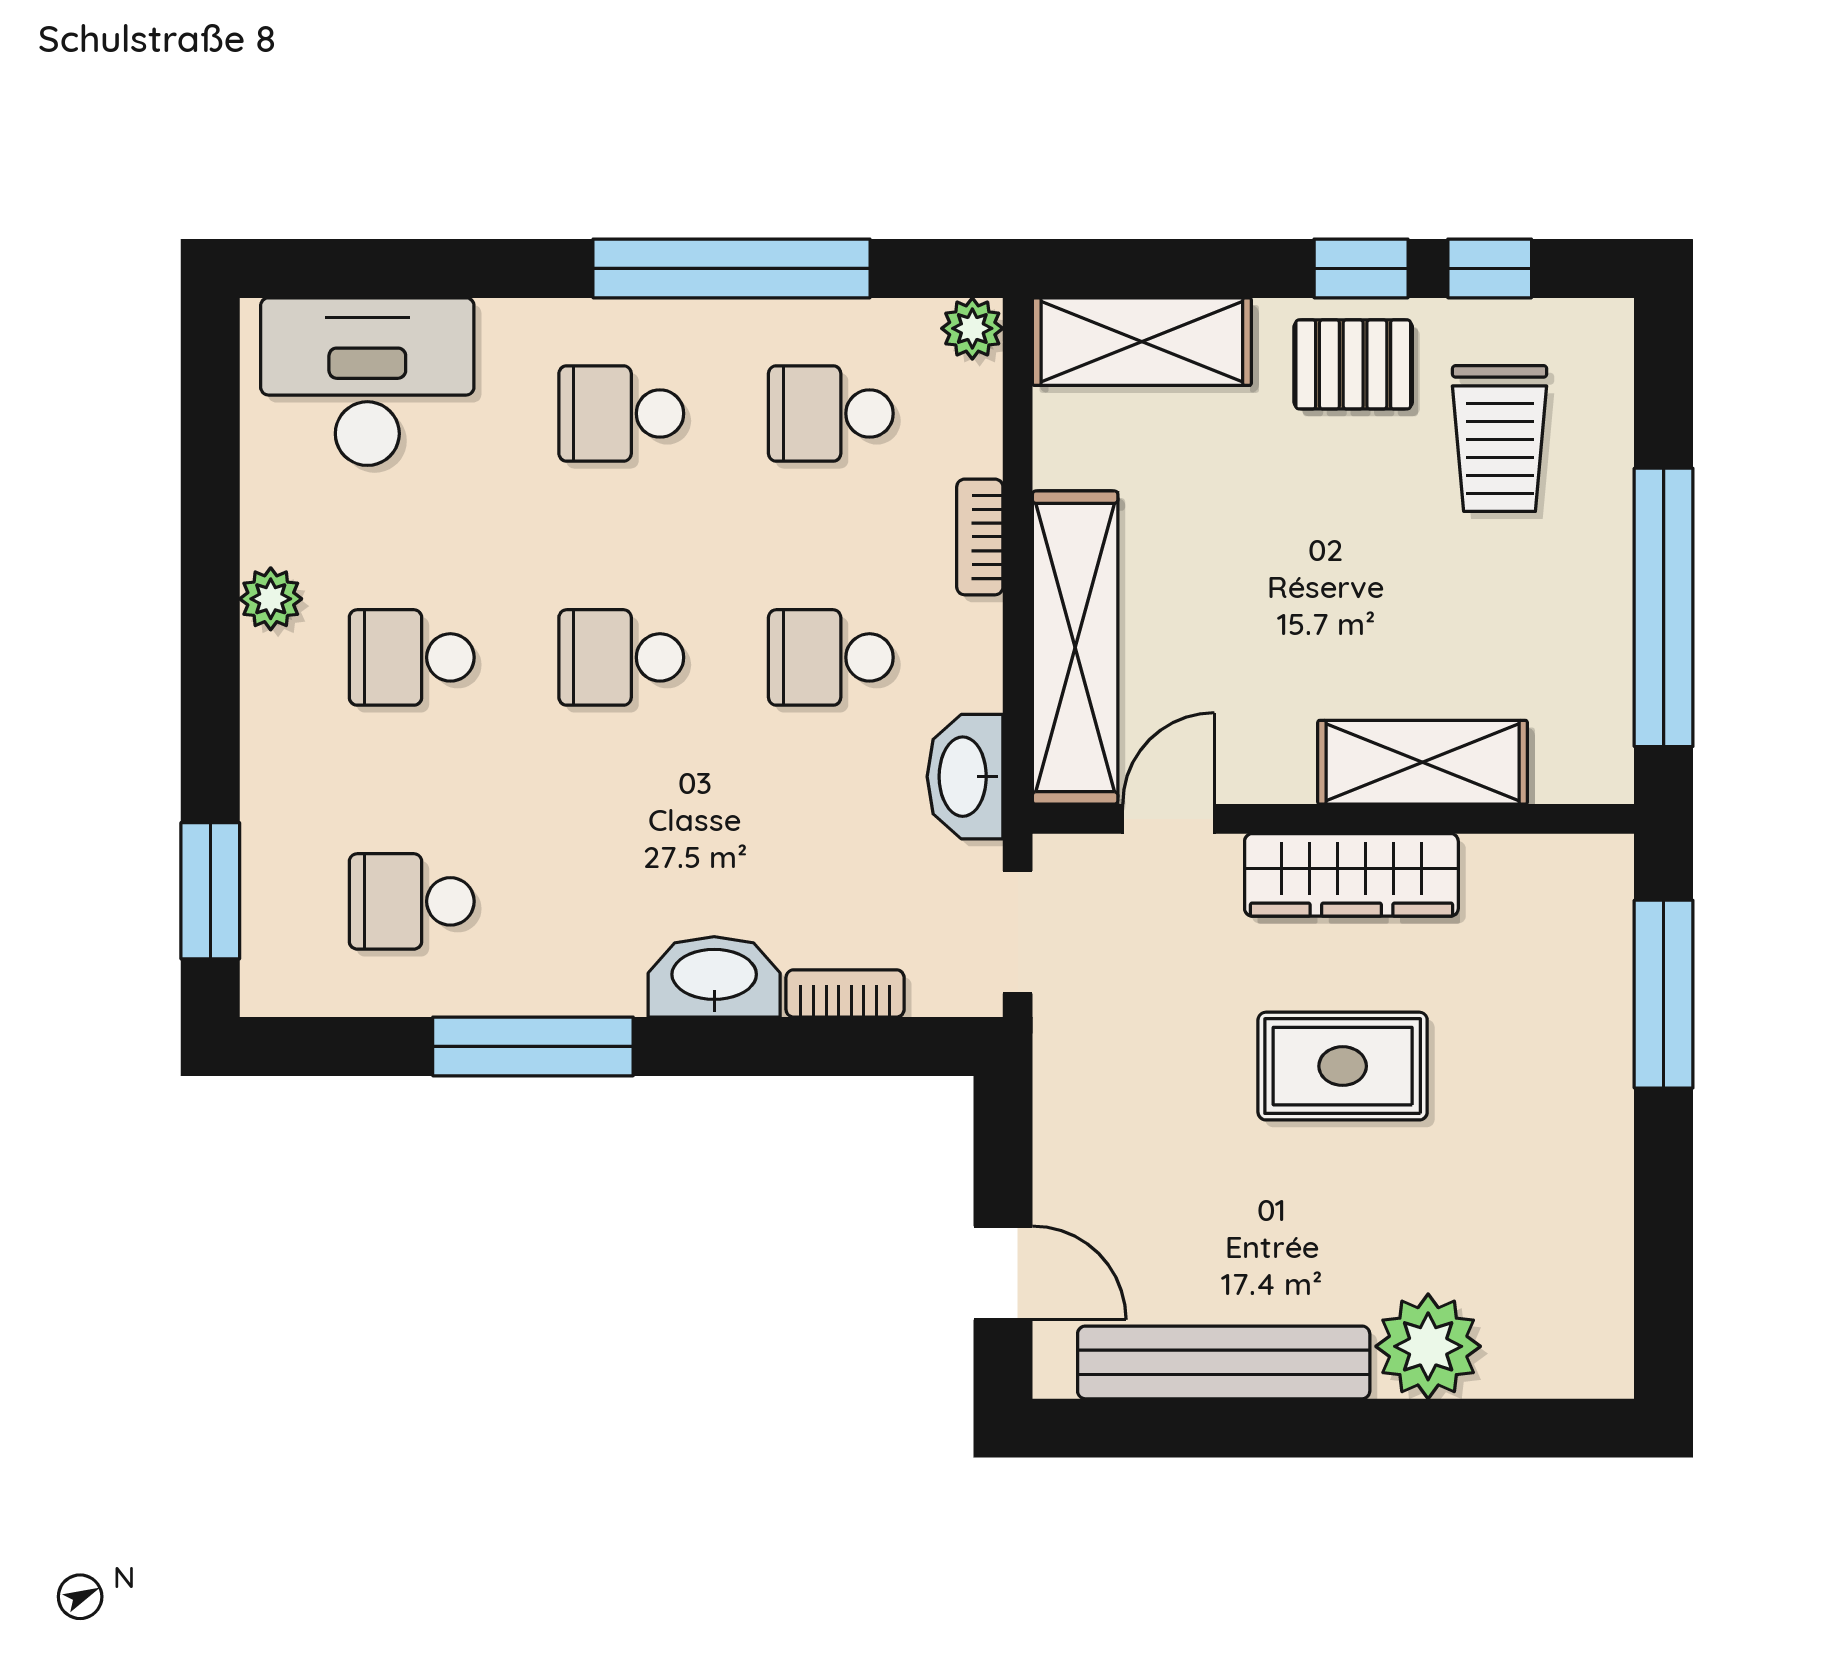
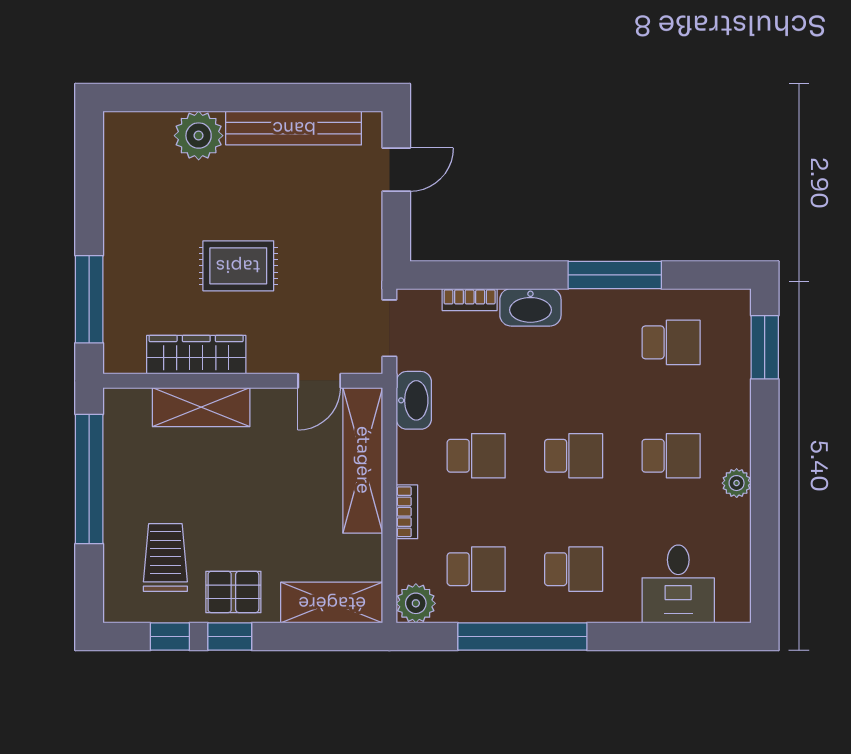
plant: (972, 328) -> (416, 603), width x1.38, depth x1.38
desk: (367, 382) -> (678, 584), width x0.73
wardrobe: (1351, 875) -> (196, 355), moved
door: (1003, 1273) -> (396, 170), swing flipped

